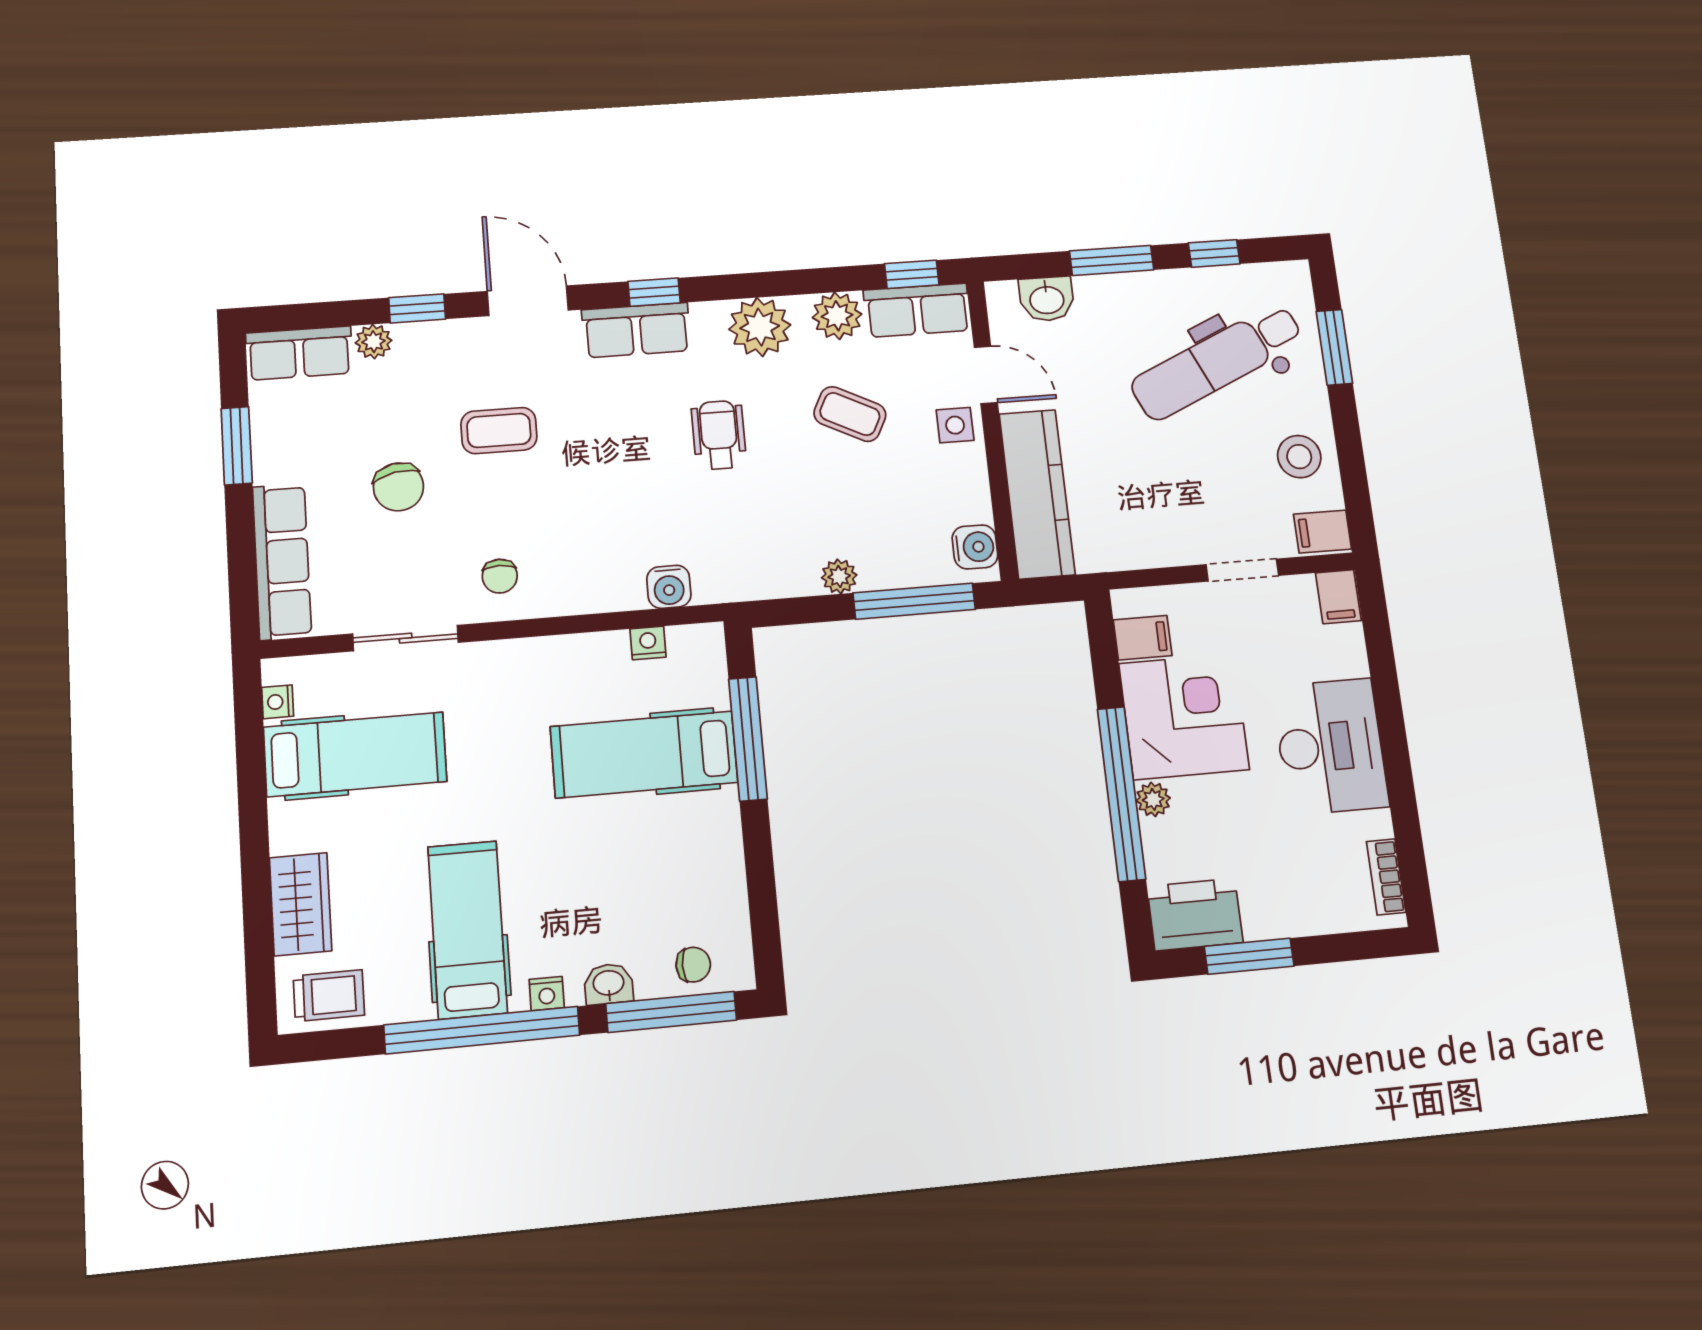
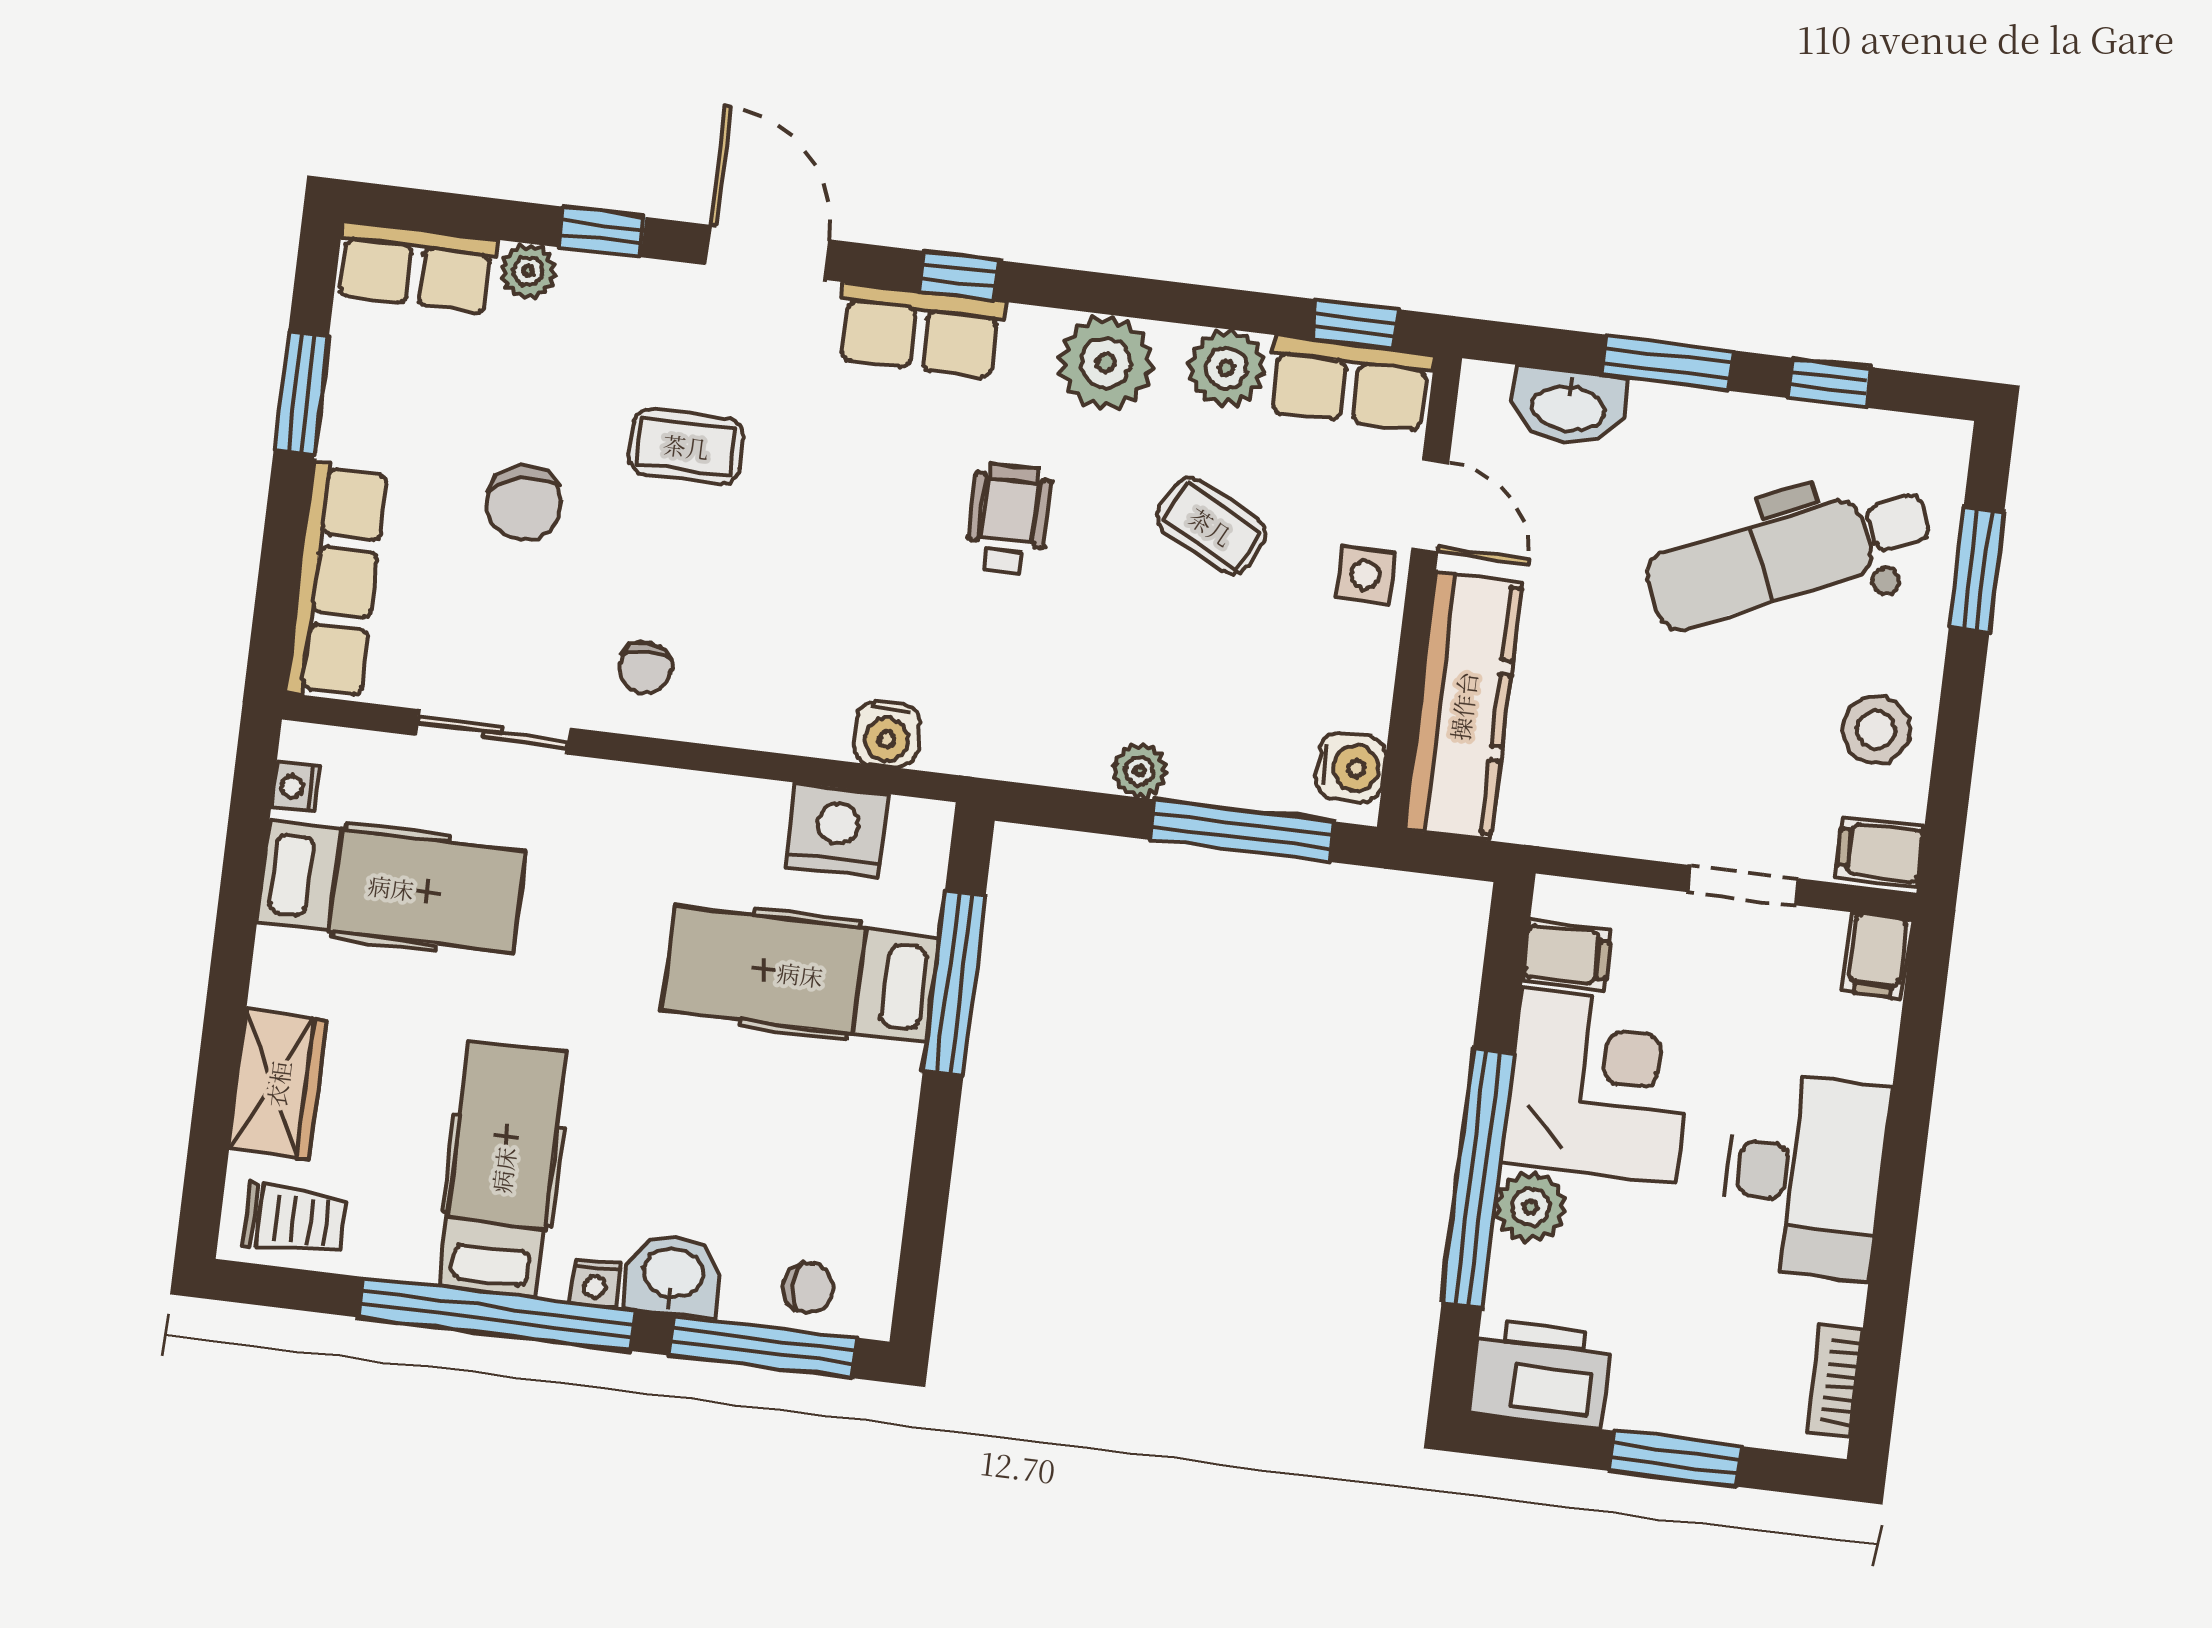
washbasin: (1047, 299) -> (1568, 406), width x1.38
nightstand: (648, 643) -> (837, 830), width x1.89, depth x1.79
plant: (1153, 799) -> (1530, 1207), width x1.38, depth x1.38
window: (1249, 956) -> (1675, 1459), moved
washbasin: (609, 984) -> (673, 1275), width x1.38, depth x1.45

